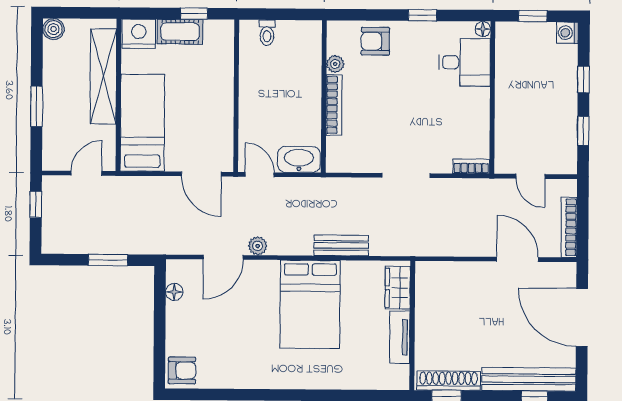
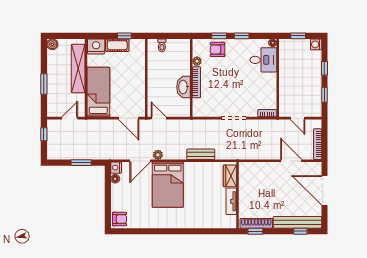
window: (379, 15) -> (219, 36), added
washbasin: (299, 159) -> (183, 87), moved, turned -90
nightstand: (176, 270) -> (116, 168), added
bed: (310, 304) -> (168, 185), moved

